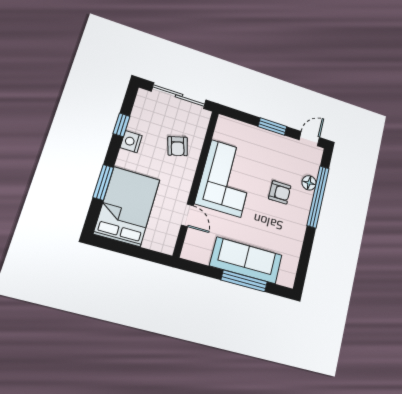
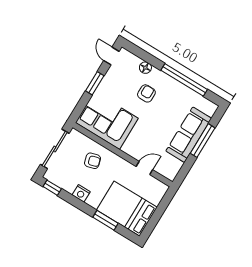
window: (121, 125) -> (52, 188), moved
corner sofa: (226, 178) -> (107, 120), moved
window: (318, 197) -> (184, 80), moved

